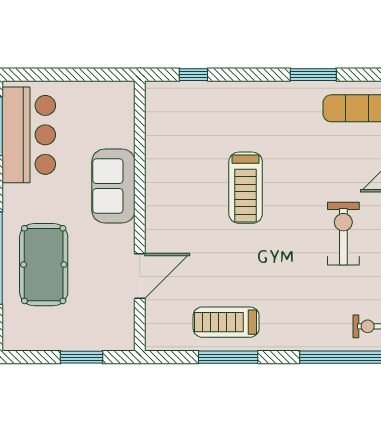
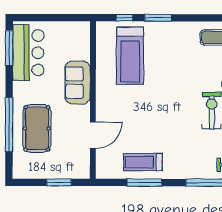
window: (313, 75) -> (158, 18), moved
treadmill: (246, 188) -> (130, 56), moved, width x1.37, depth x1.38

